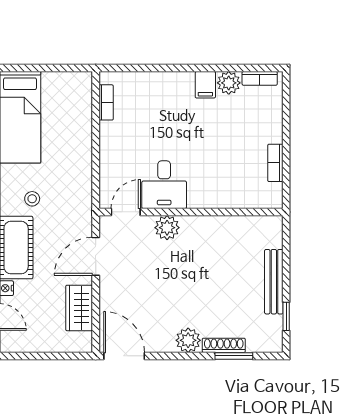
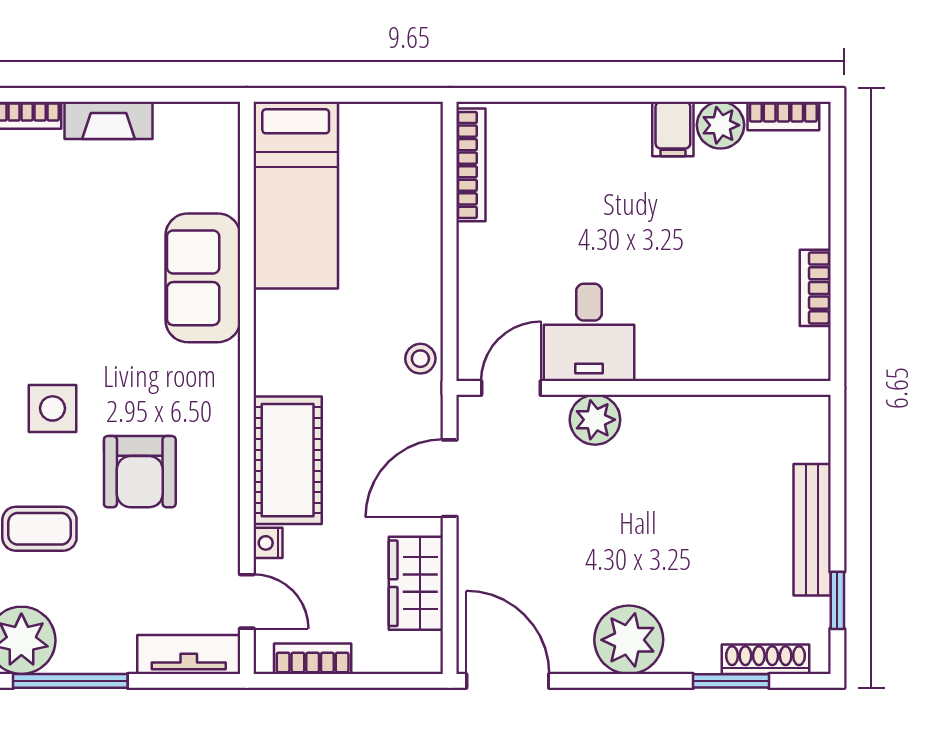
bookcase: (106, 102) -> (471, 165), width x1.56
stool: (32, 199) -> (420, 359), moved
plant: (188, 340) -> (629, 640), width x1.36, depth x1.36
bookcase: (28, 345) -> (313, 659), added
shoe rack: (224, 345) -> (766, 659), moved

